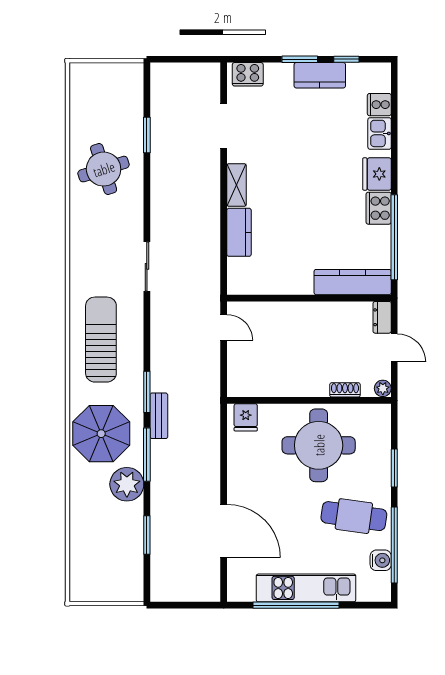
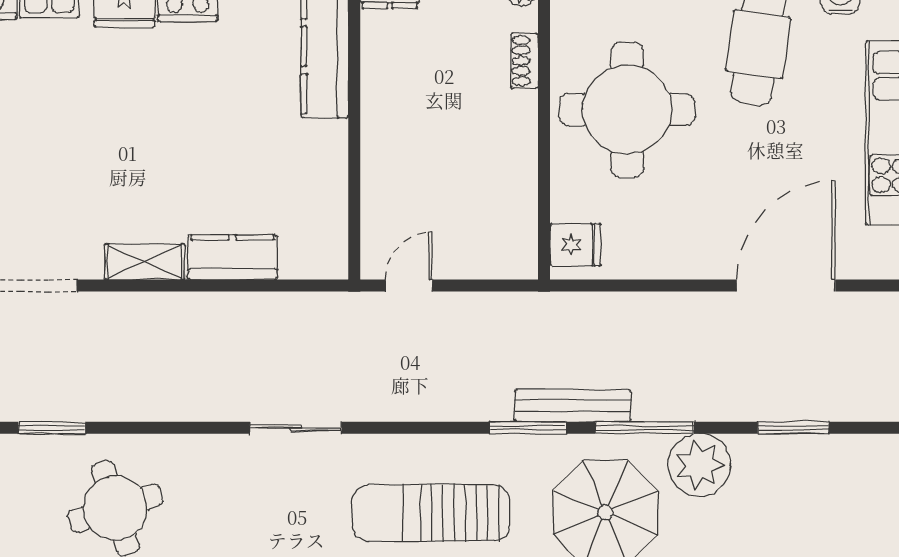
bench: (159, 416) -> (573, 406), width x1.36

